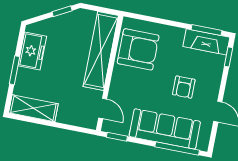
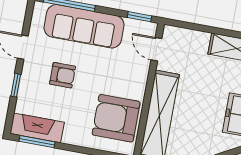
window: (229, 57) -> (16, 85), moved
armchair: (184, 87) -> (63, 75), turned 90

